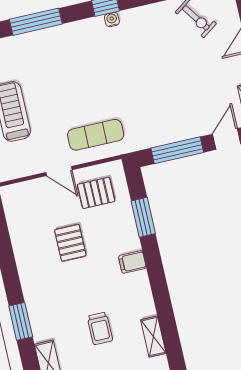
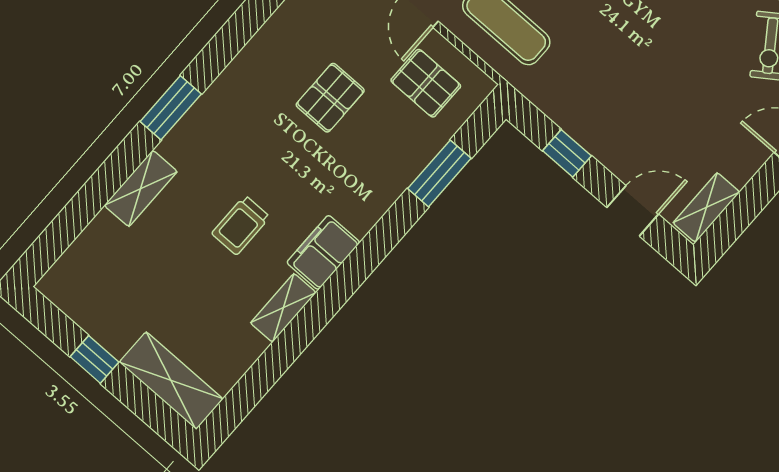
window: (177, 150) -> (567, 153), width x0.46
filing cabinet: (132, 262) -> (323, 252), moved, width x2.00

